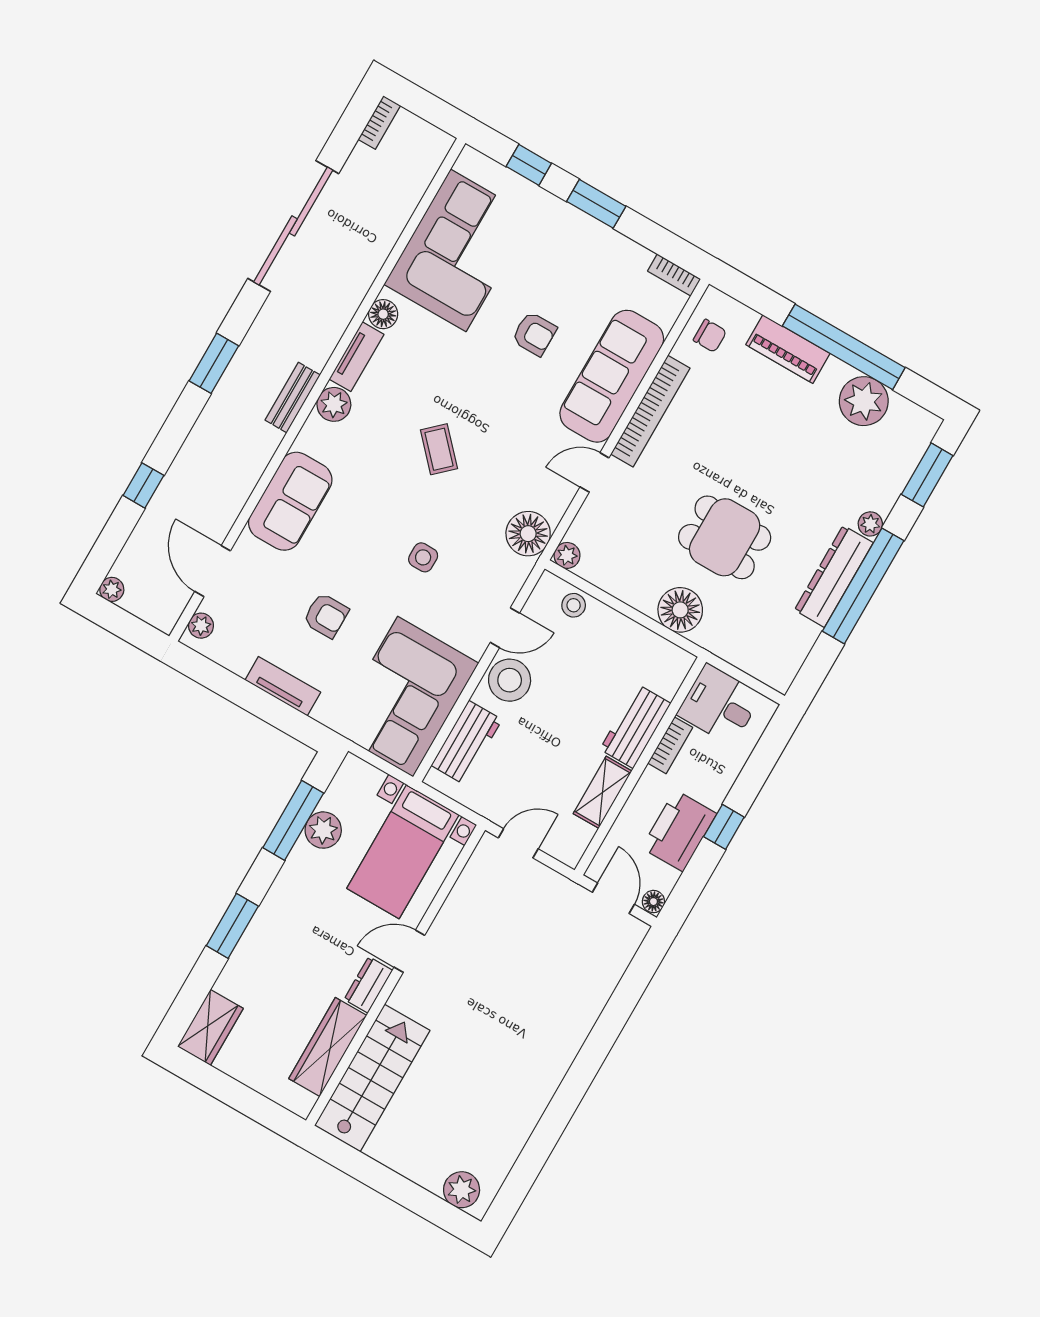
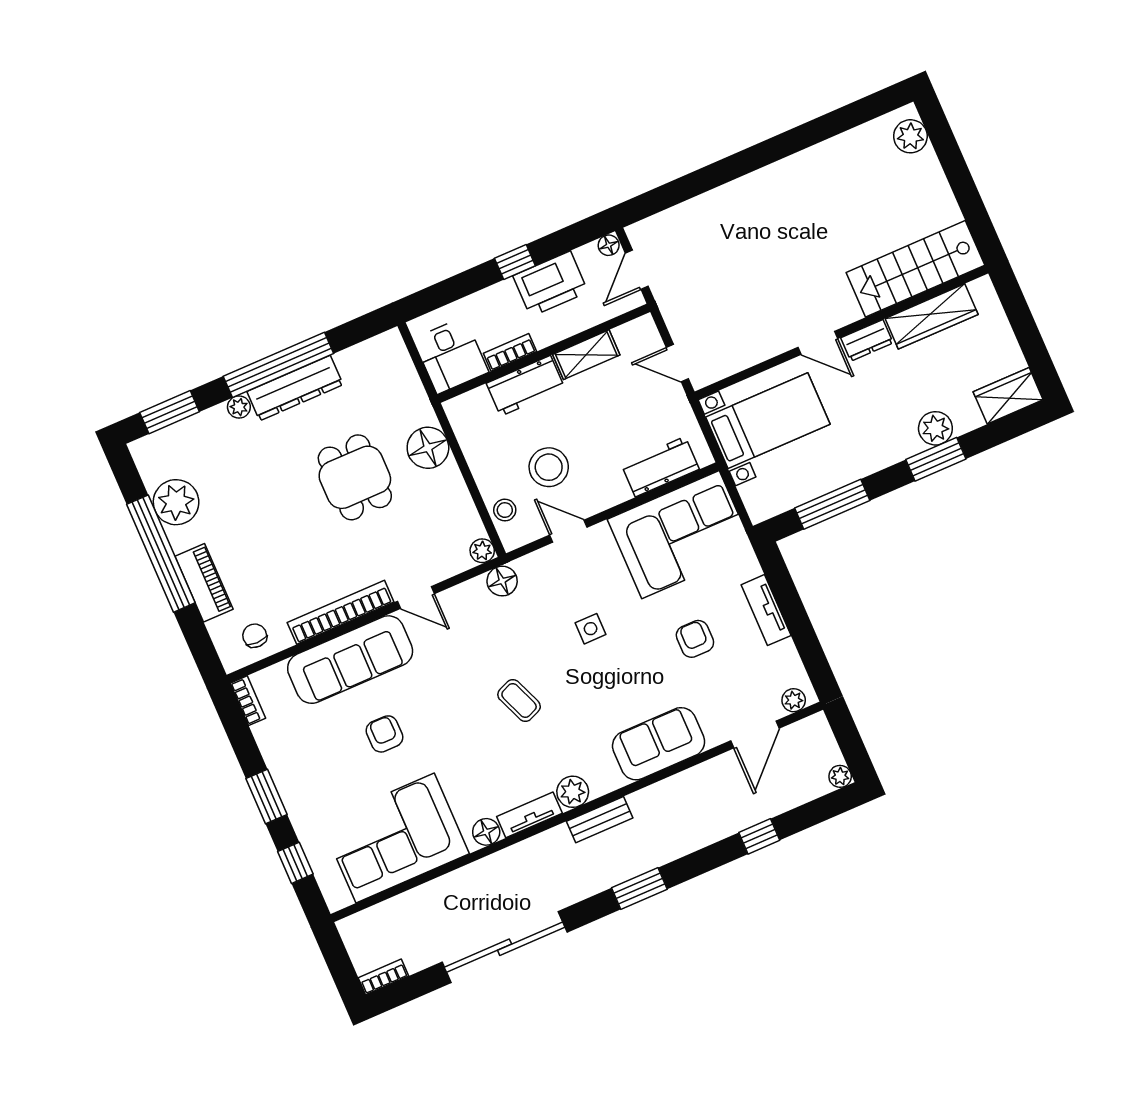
coffee table: (439, 449) -> (519, 700), turned -69
floor lamp: (528, 534) -> (502, 581), width x0.73, depth x0.73
stool: (510, 680) -> (549, 467), moved
plant: (323, 830) -> (935, 428), moved

